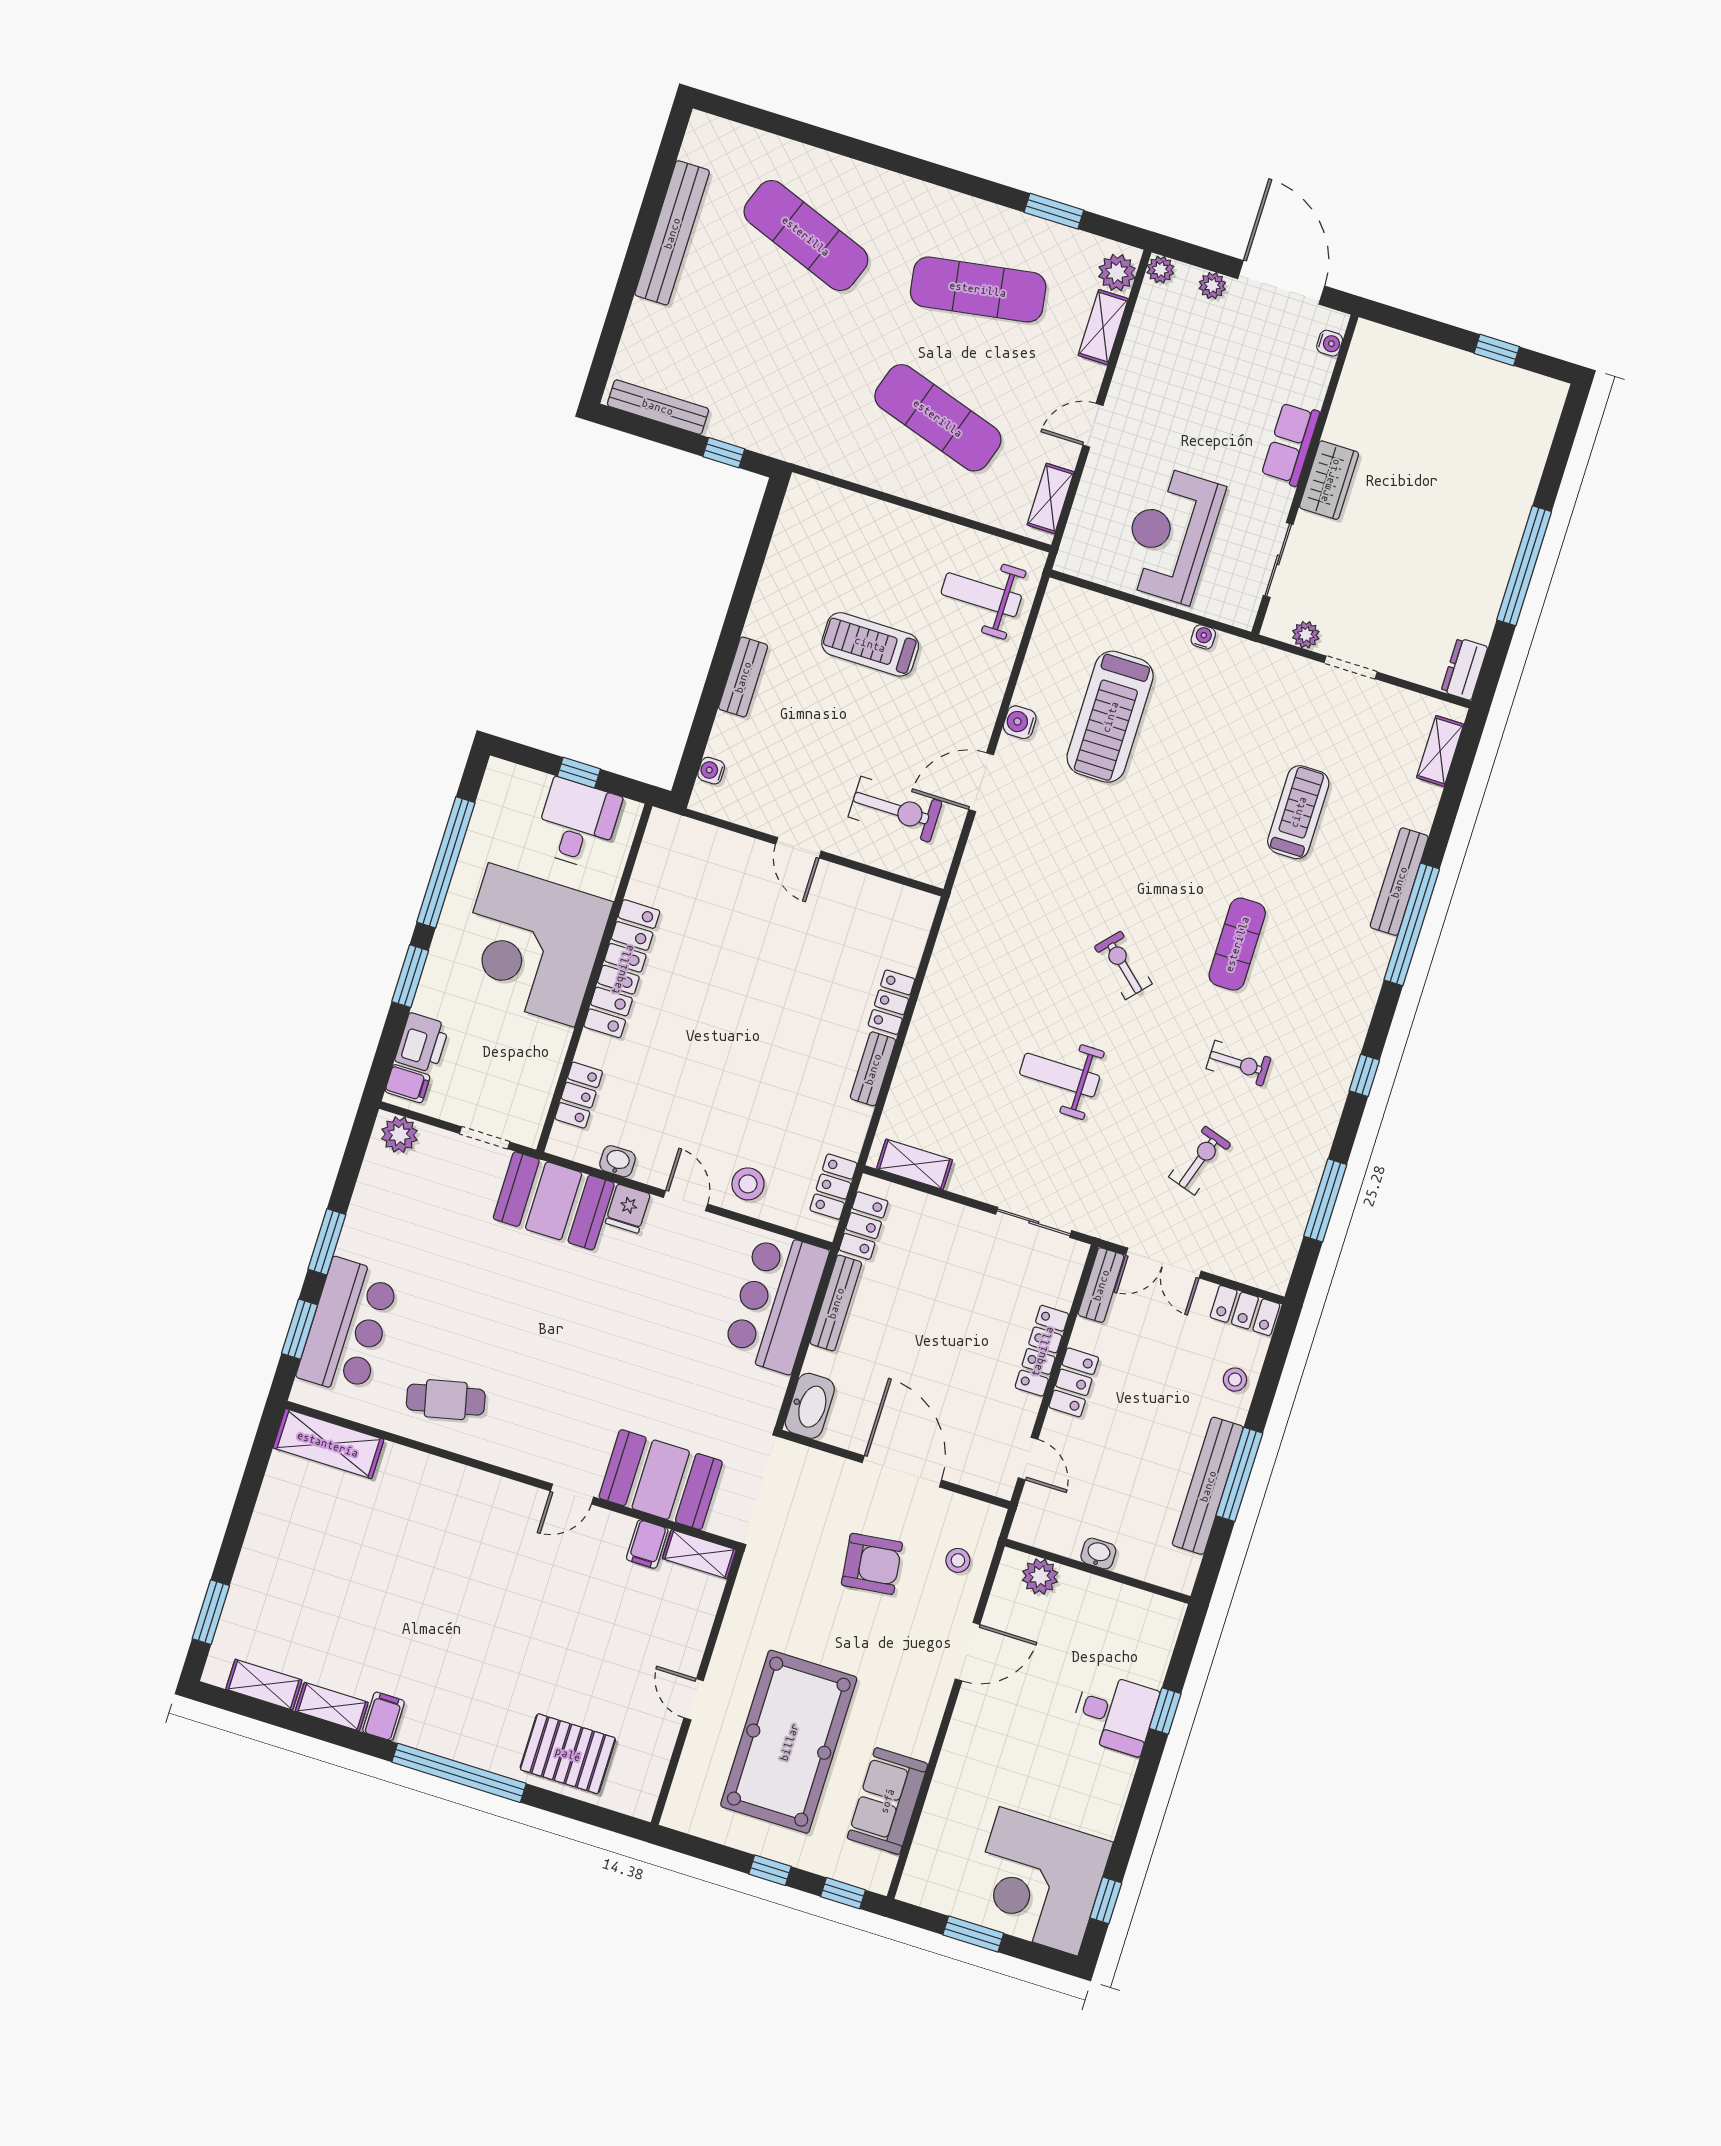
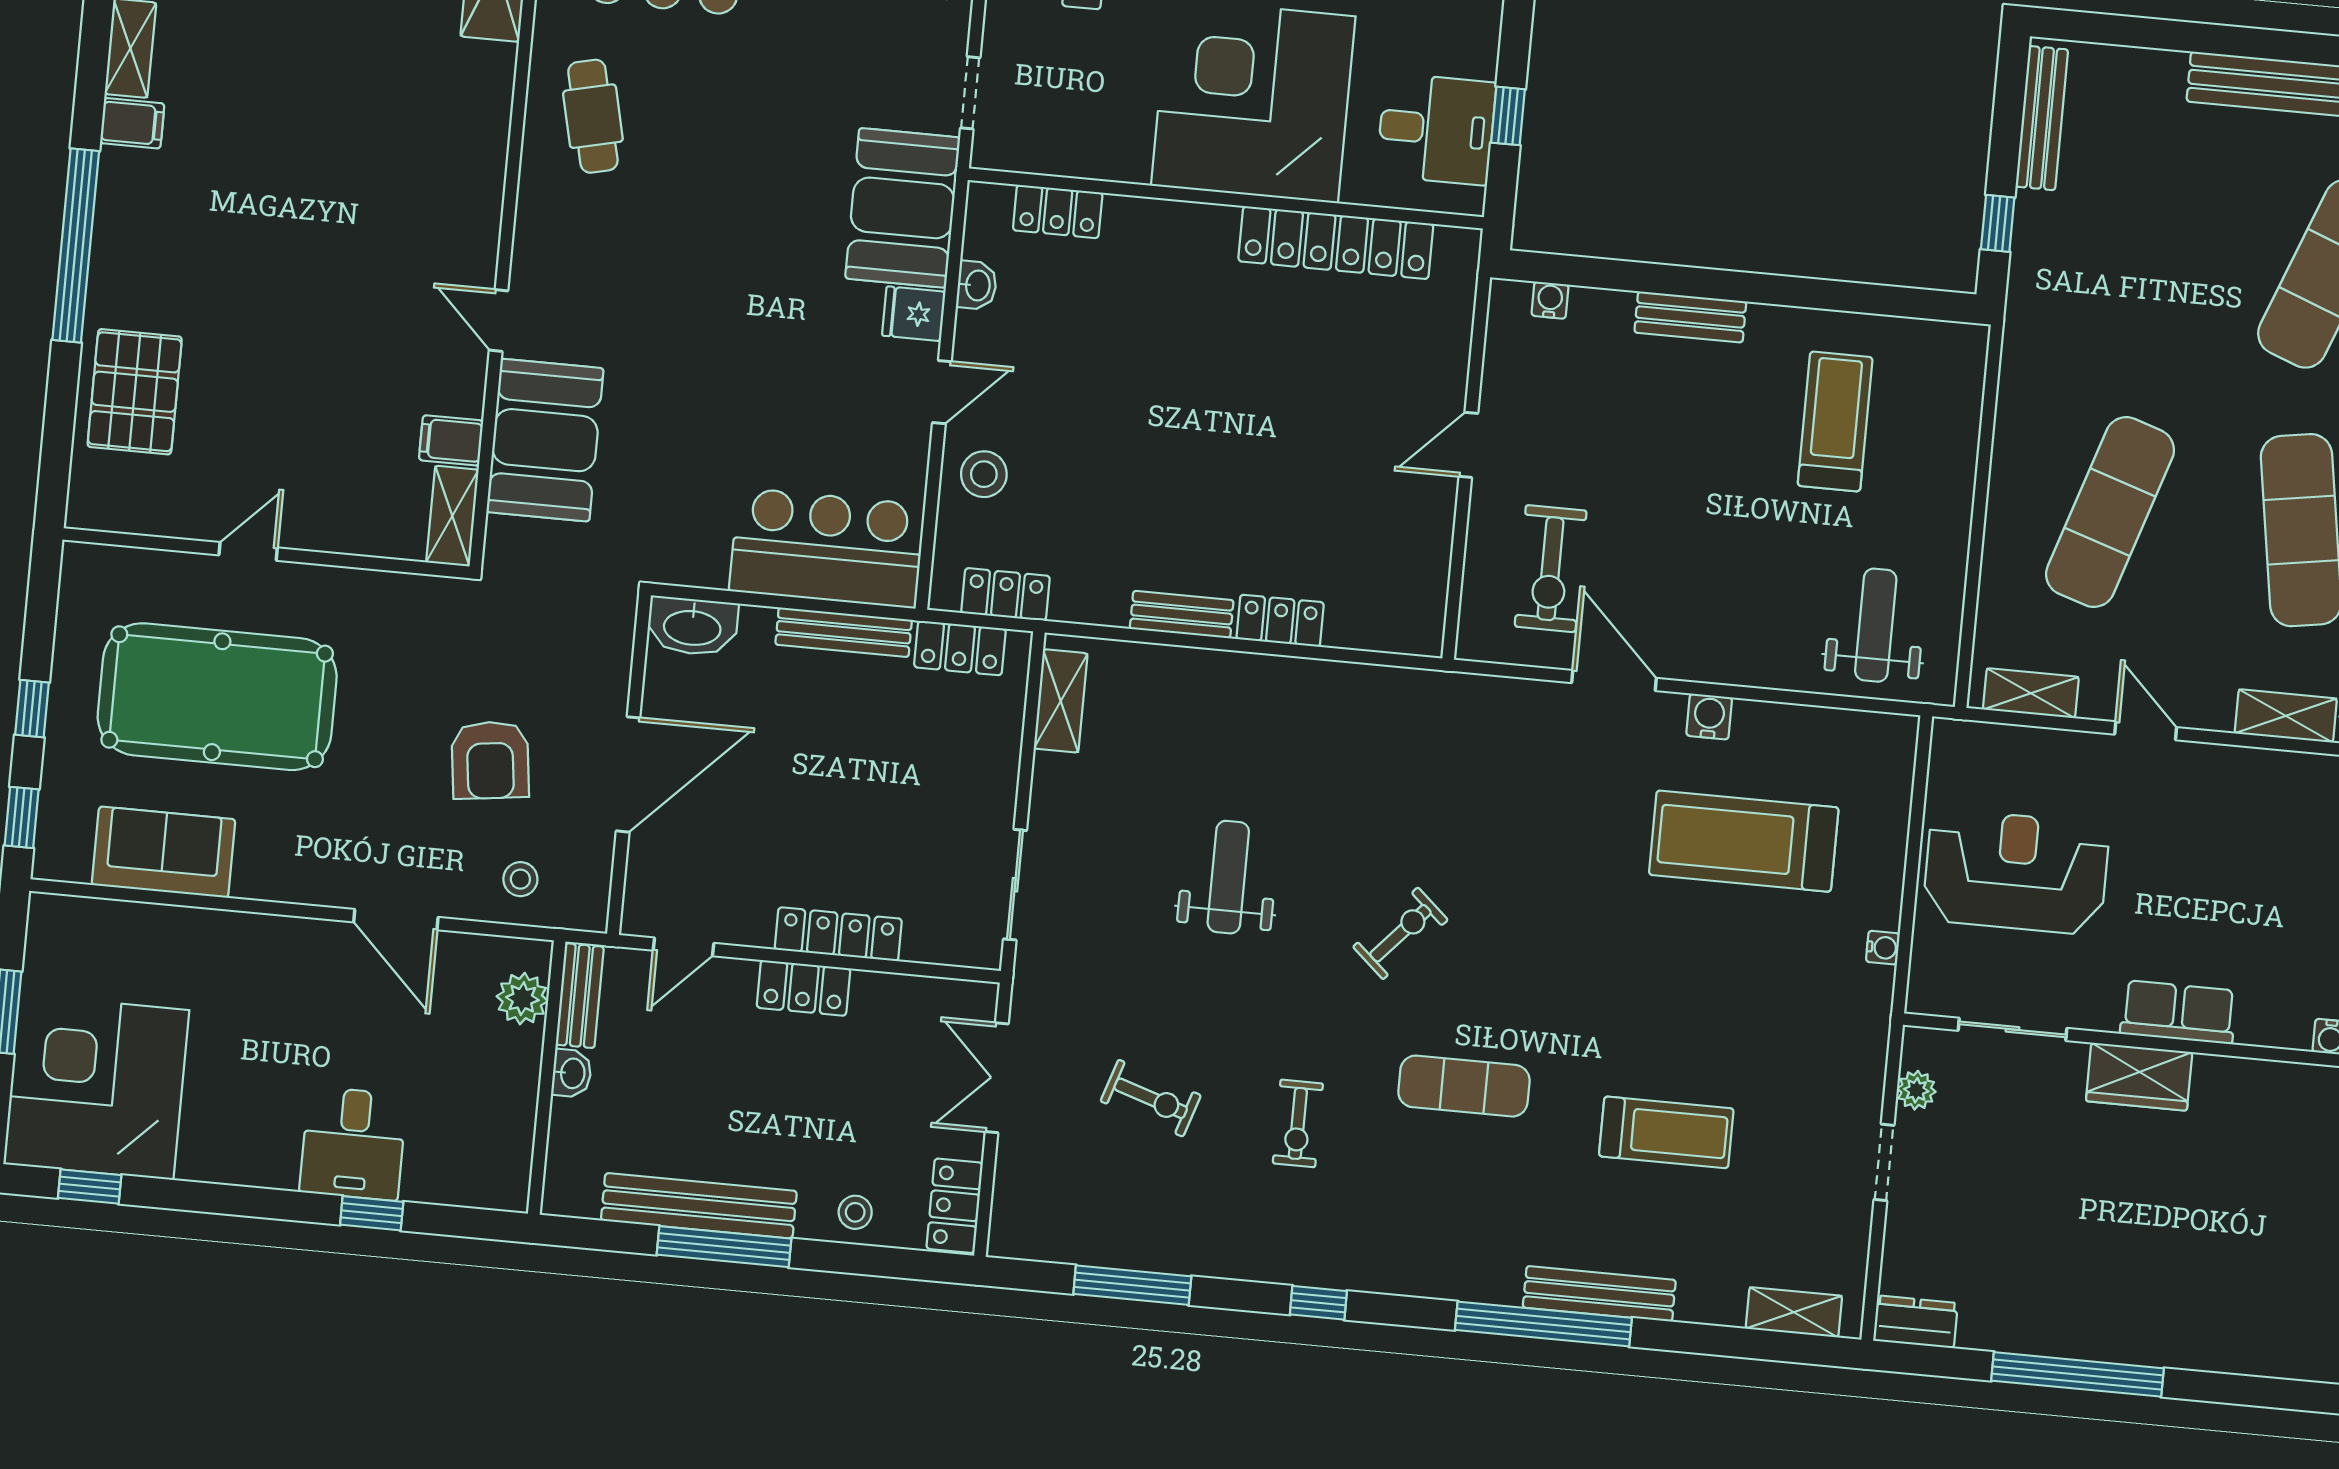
treadmill: (870, 644) -> (1835, 421), moved
locker: (622, 969) -> (1336, 243), moved
bench: (1101, 1285) -> (580, 996), moved, turned 90

